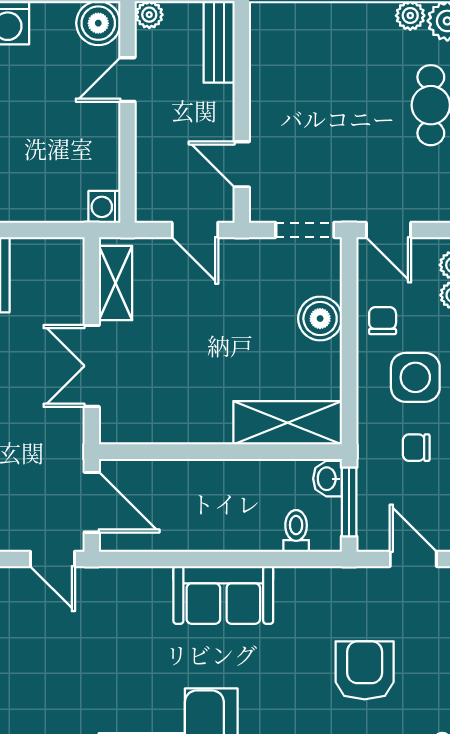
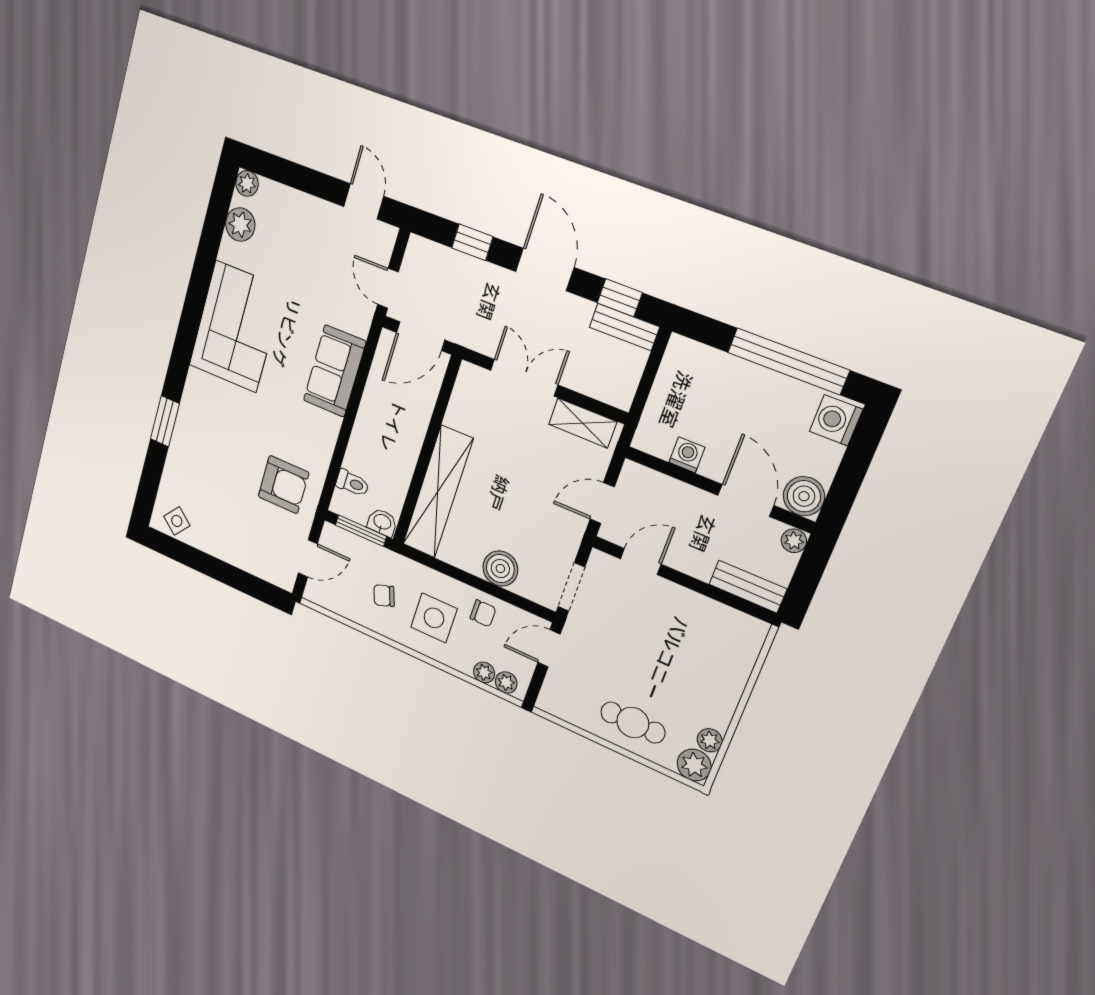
door: (127, 80) -> (746, 500), width x1.38
washing machine: (104, 207) -> (687, 455), moved
shelving: (288, 423) -> (438, 492), width x1.47
chair: (416, 448) -> (384, 596), turned -109
door: (52, 559) -> (388, 288), hinge flipped
sofa: (223, 595) -> (335, 371), moved
armchair: (365, 670) -> (283, 485), moved

